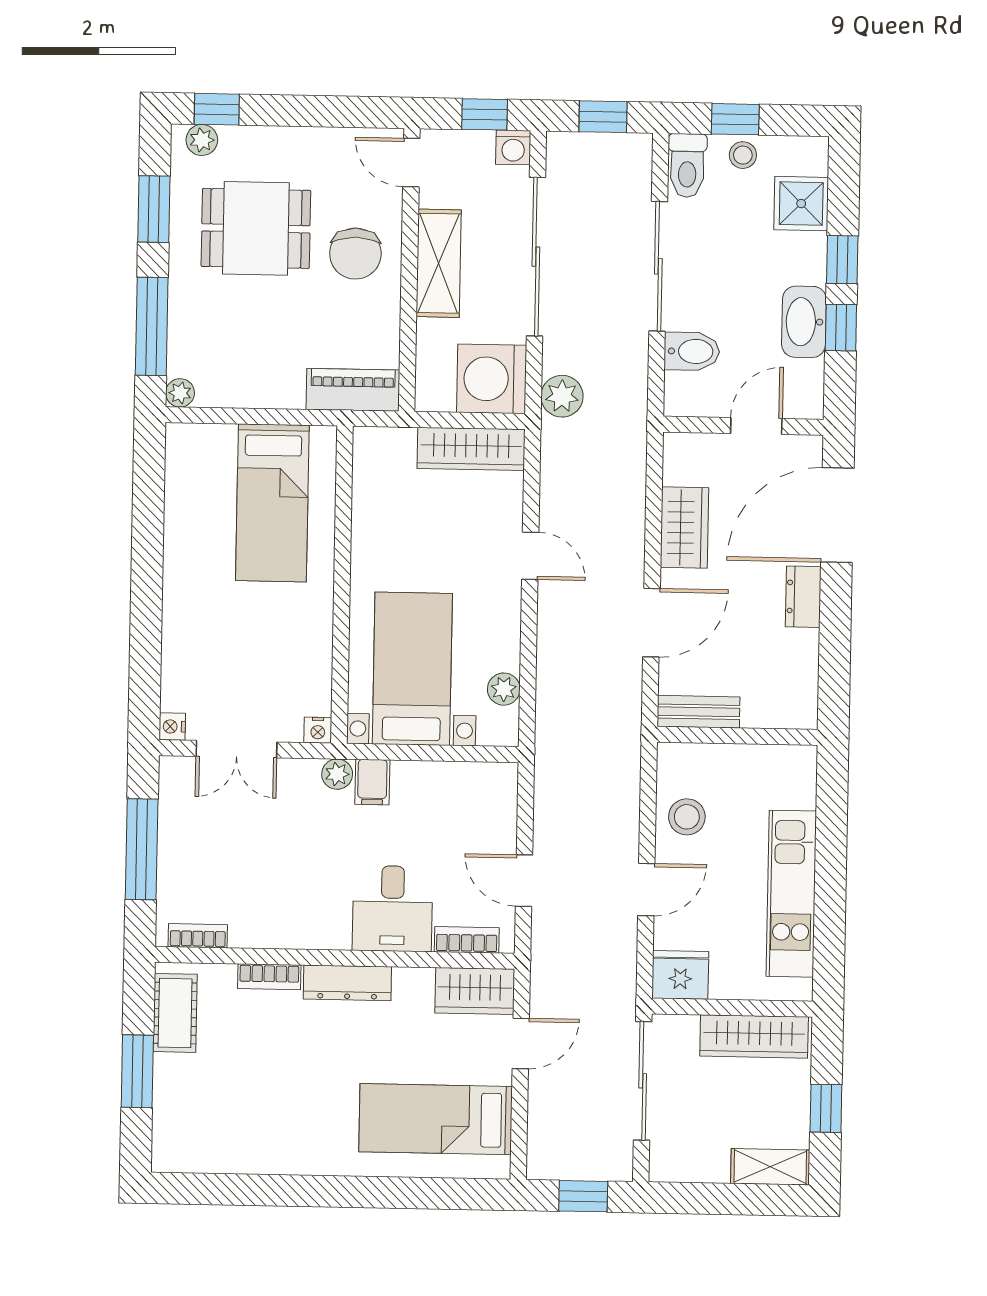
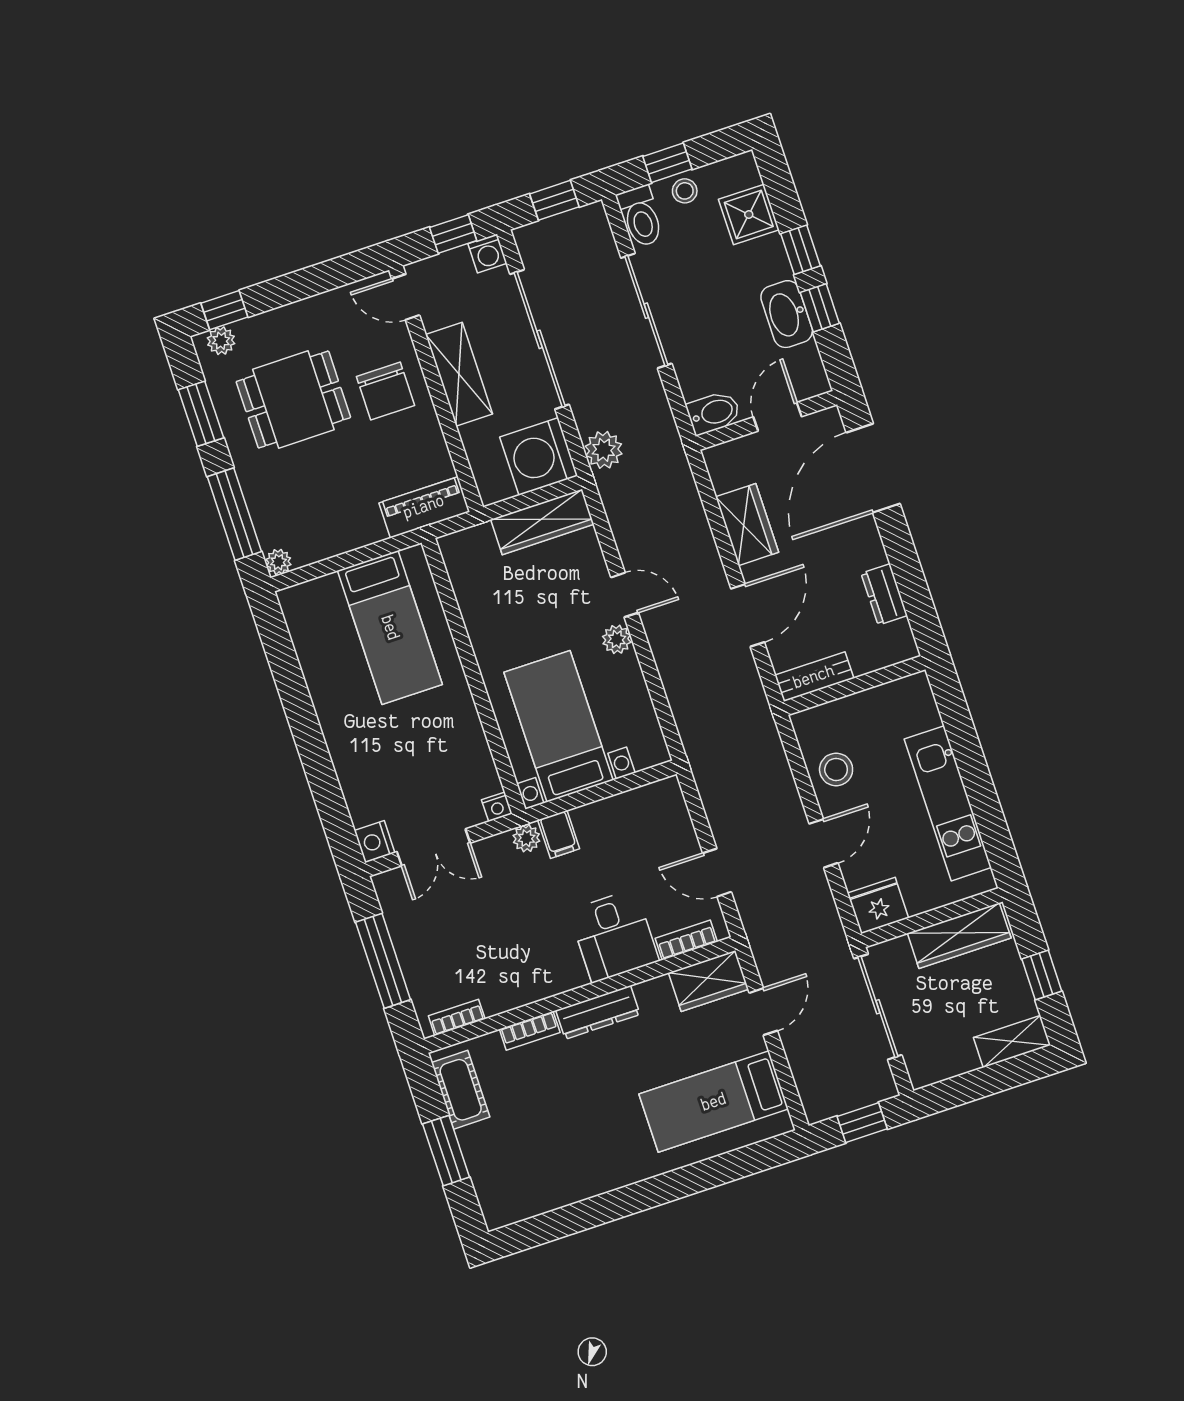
bidet: (692, 351) -> (714, 413), moved
dresser: (803, 597) -> (884, 594), moved
plant: (504, 689) -> (617, 639), moved
nightstand: (172, 727) -> (375, 842), width x1.39, depth x1.35

